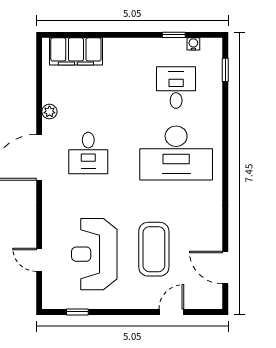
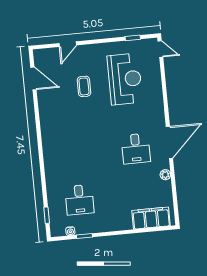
desk: (88, 153) -> (136, 149), turned 180
desk: (176, 153) -> (75, 154), removed
coffee table: (154, 249) -> (84, 86), width x0.54, depth x0.58
door: (39, 260) -> (160, 49), moved

